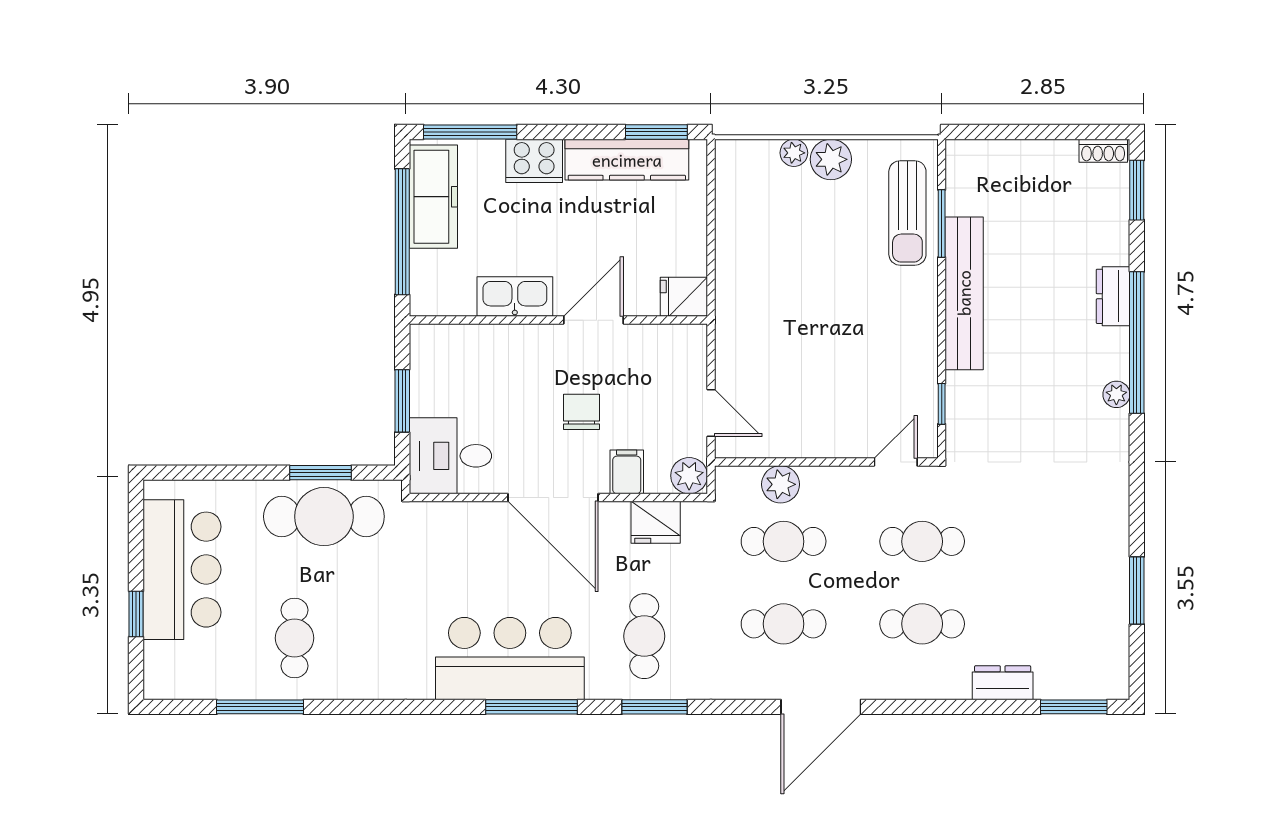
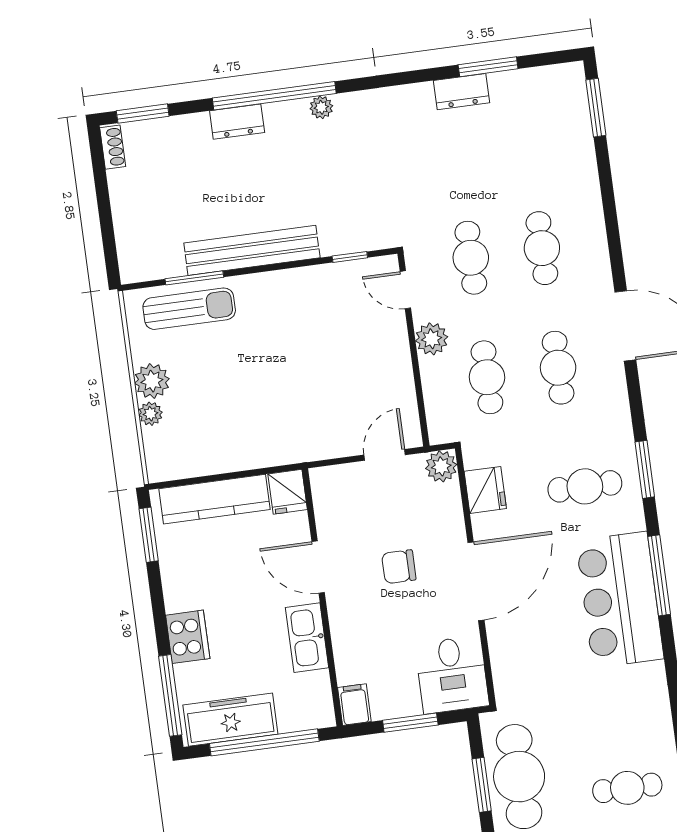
kitchen counter: (627, 160) -> (214, 499), moved, turned 90
filing cabinet: (627, 472) -> (354, 705), moved, turned 90
plant: (781, 484) -> (432, 339), moved
dresser: (1003, 683) -> (462, 92), moved, turned -90

